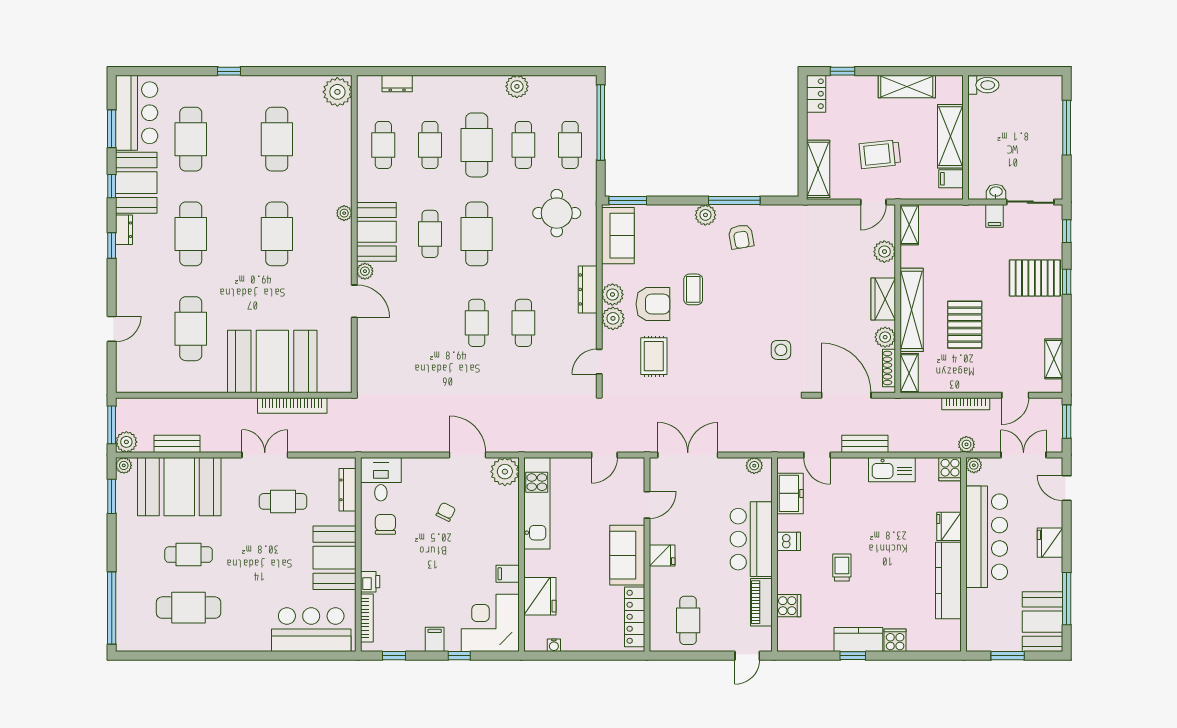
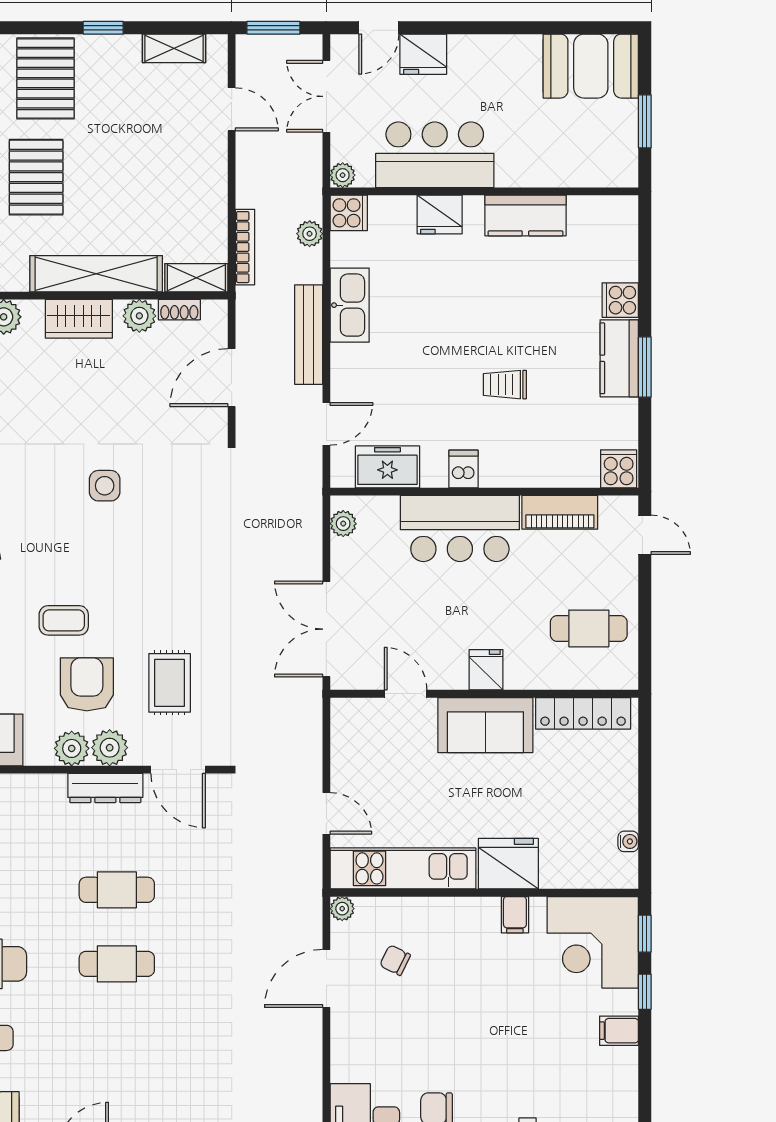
window: (1067, 282) -> (103, 28), moved
dresser: (588, 289) -> (105, 788), moved
pallet: (965, 325) -> (36, 177), moved, turned 90
side table: (781, 350) -> (105, 486), moved
rug: (654, 356) -> (170, 683), turned 90
door: (599, 362) -> (178, 770), width x1.38
shoe rack: (889, 368) -> (179, 310), width x0.70
door: (846, 395) -> (232, 378), width x0.73
bookcase: (966, 404) -> (245, 247), moved
bench: (865, 444) -> (309, 335), width x1.36
plant: (966, 444) -> (310, 234), moved
door: (604, 455) -> (326, 813), moved
plant: (505, 472) -> (342, 909), width x0.53, depth x0.53
chair: (446, 512) -> (395, 960), moved
bar counter: (987, 537) -> (435, 155), width x0.73
fridge: (1050, 543) -> (423, 54), moved
kitchen counter: (948, 580) -> (525, 215), width x0.67
fridge: (540, 596) -> (508, 864), moved
window: (1067, 599) -> (554, 28), removed
cooker: (789, 606) -> (619, 469), moved
window: (394, 656) -> (645, 934), moved
window: (853, 656) -> (645, 367), width x1.50

